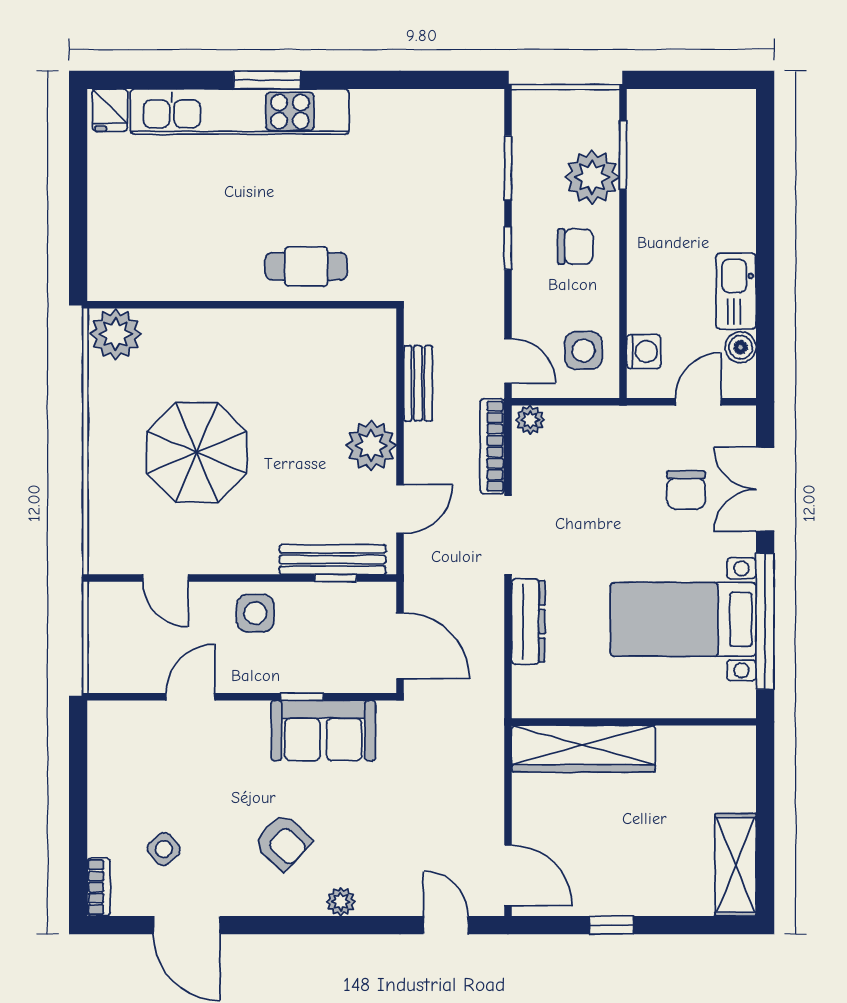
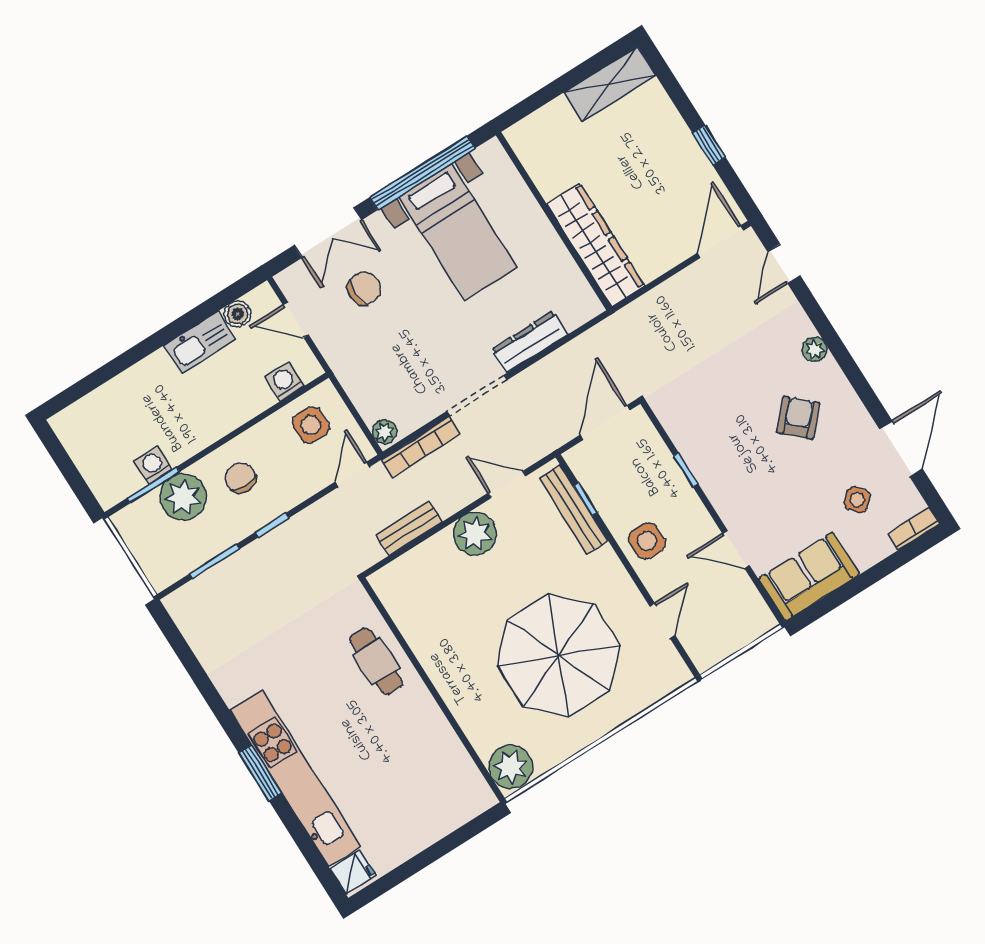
washing machine: (643, 168) -> (153, 465), added
parasol: (197, 452) -> (559, 655), width x1.36, depth x1.36
sofa: (323, 730) -> (809, 577), moved, turned -90

